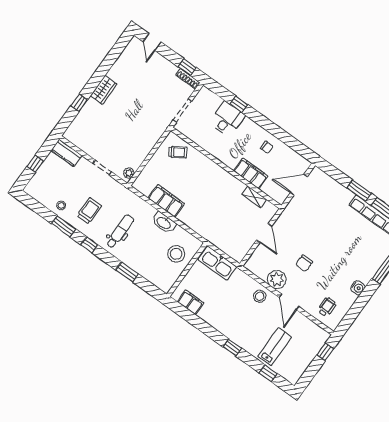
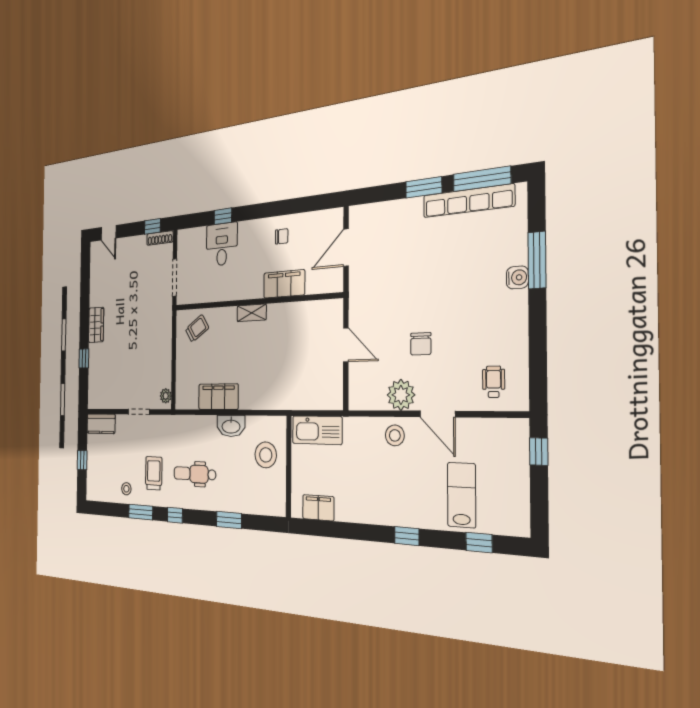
shelving: (254, 197) -> (252, 313), moved
dental chair: (120, 231) -> (195, 474), turned -90
water cooler: (358, 288) -> (517, 277), moved

